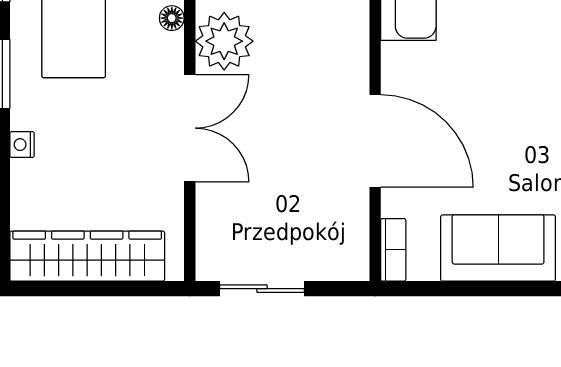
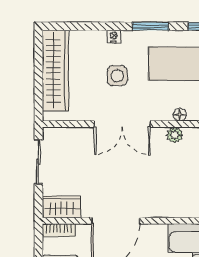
plant: (224, 41) -> (175, 135), width x0.53, depth x0.53
side table: (97, 138) -> (117, 76), added
wardrobe: (348, 245) -> (61, 207), added

